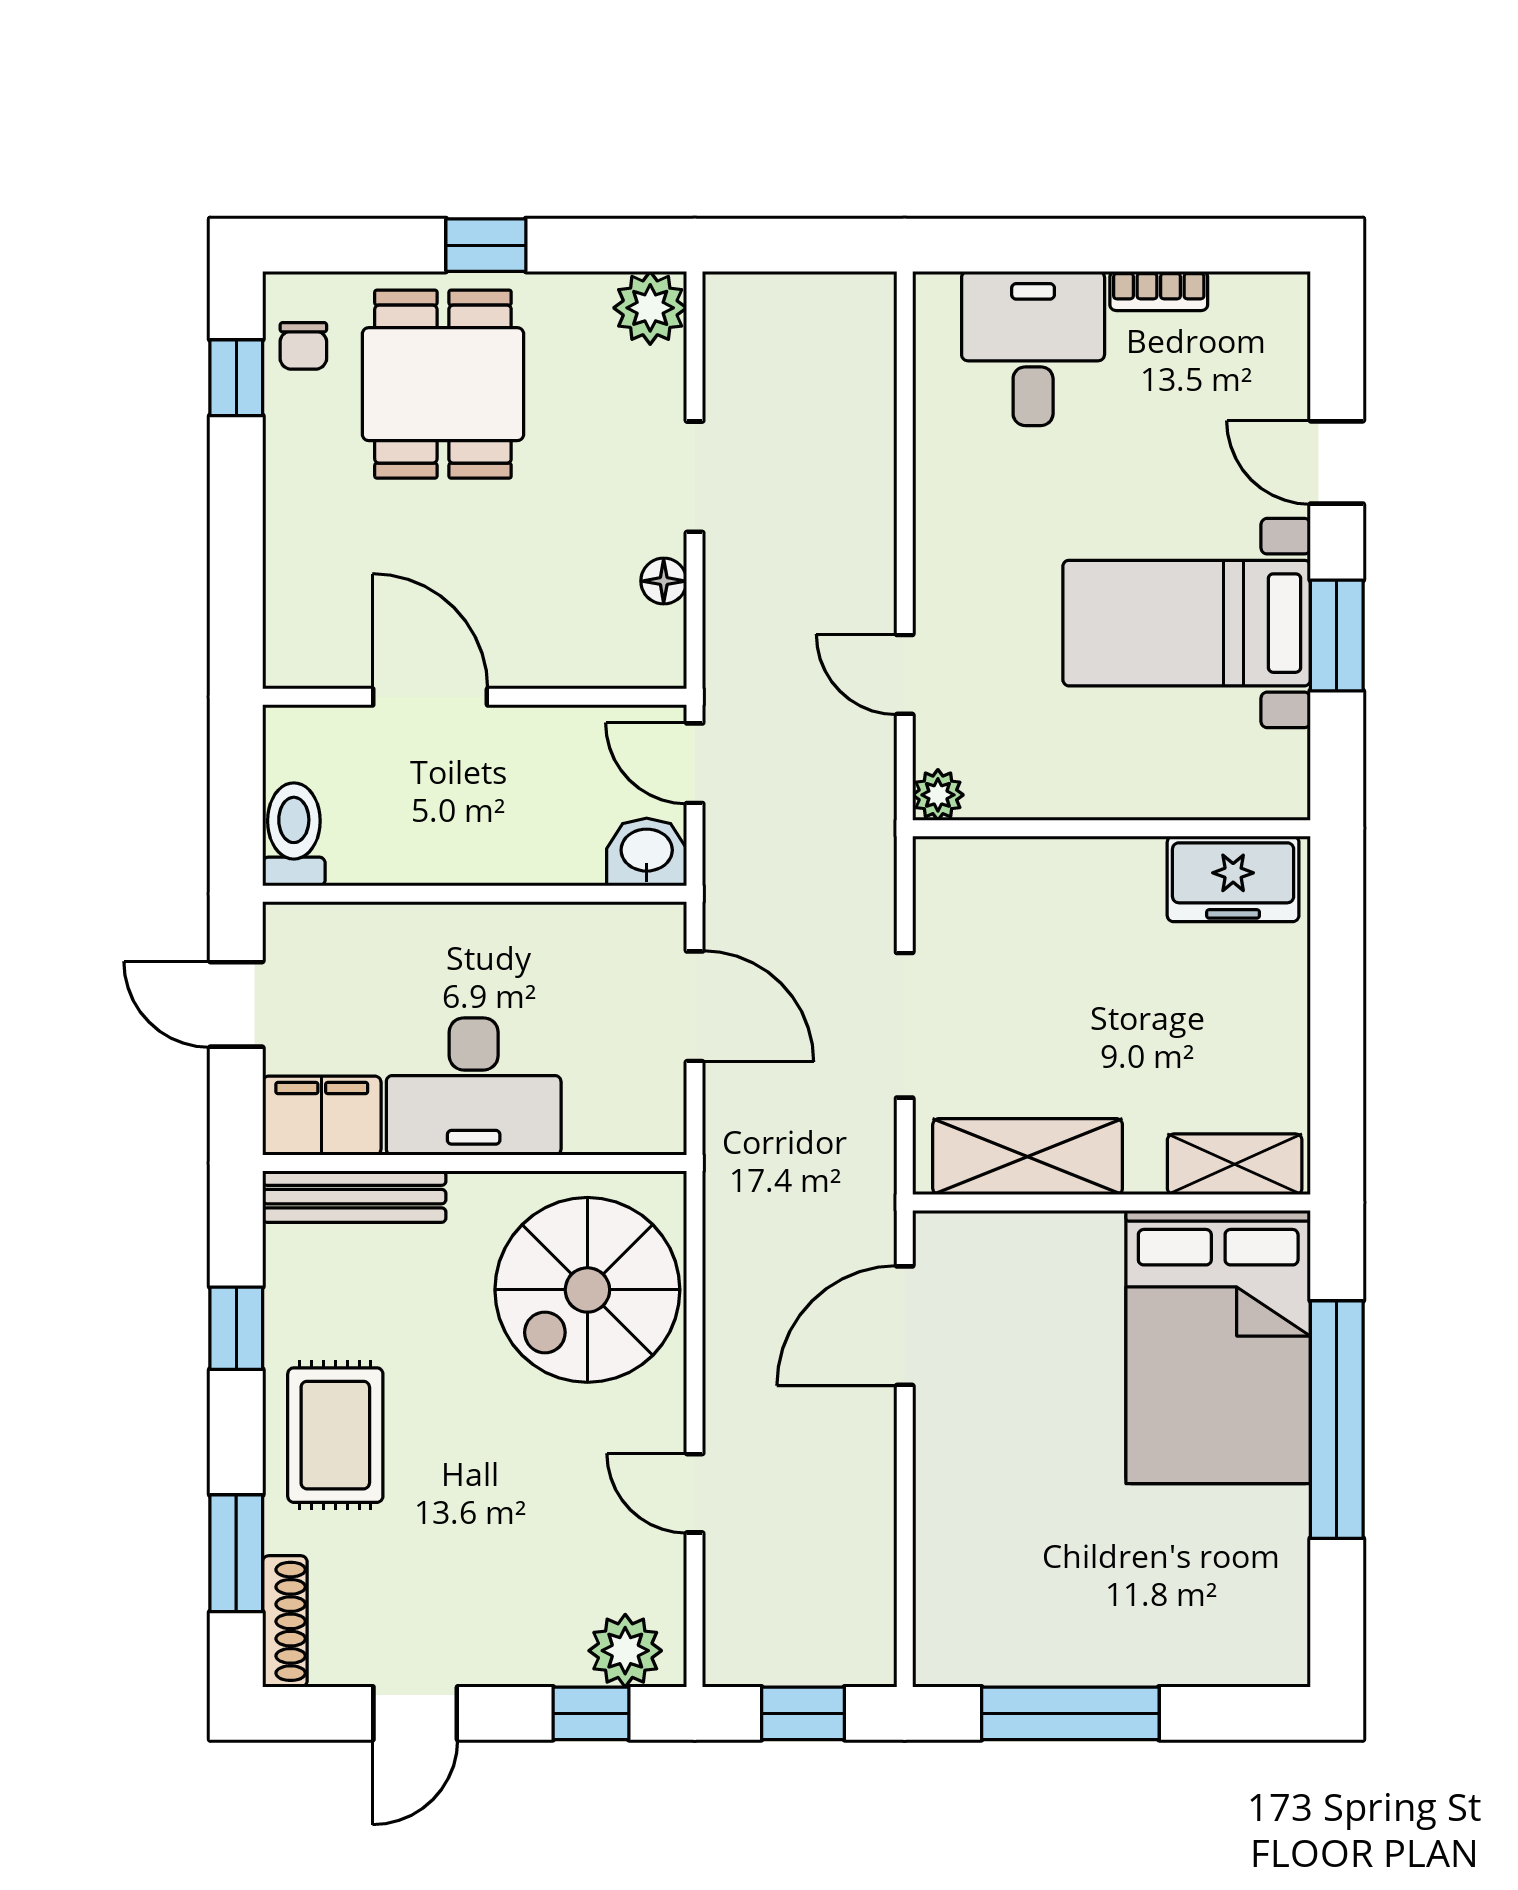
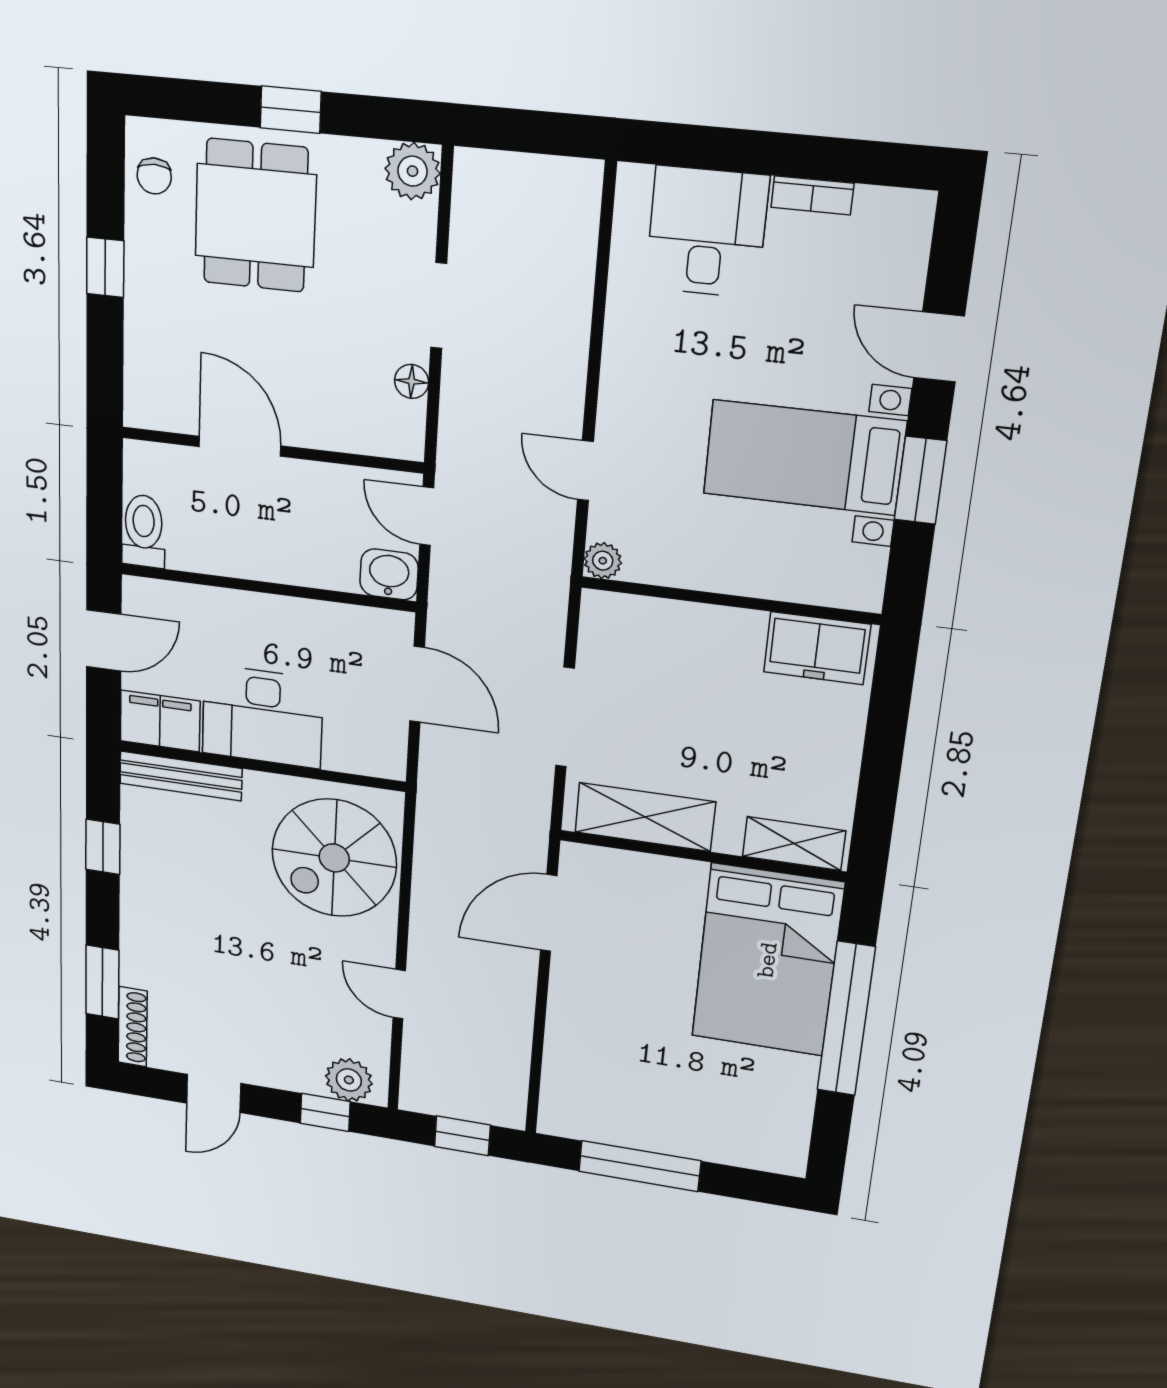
window: (236, 378) -> (105, 267), moved
door: (236, 1004) -> (104, 640), swing flipped
rug: (335, 1435) -> (166, 922), removed

